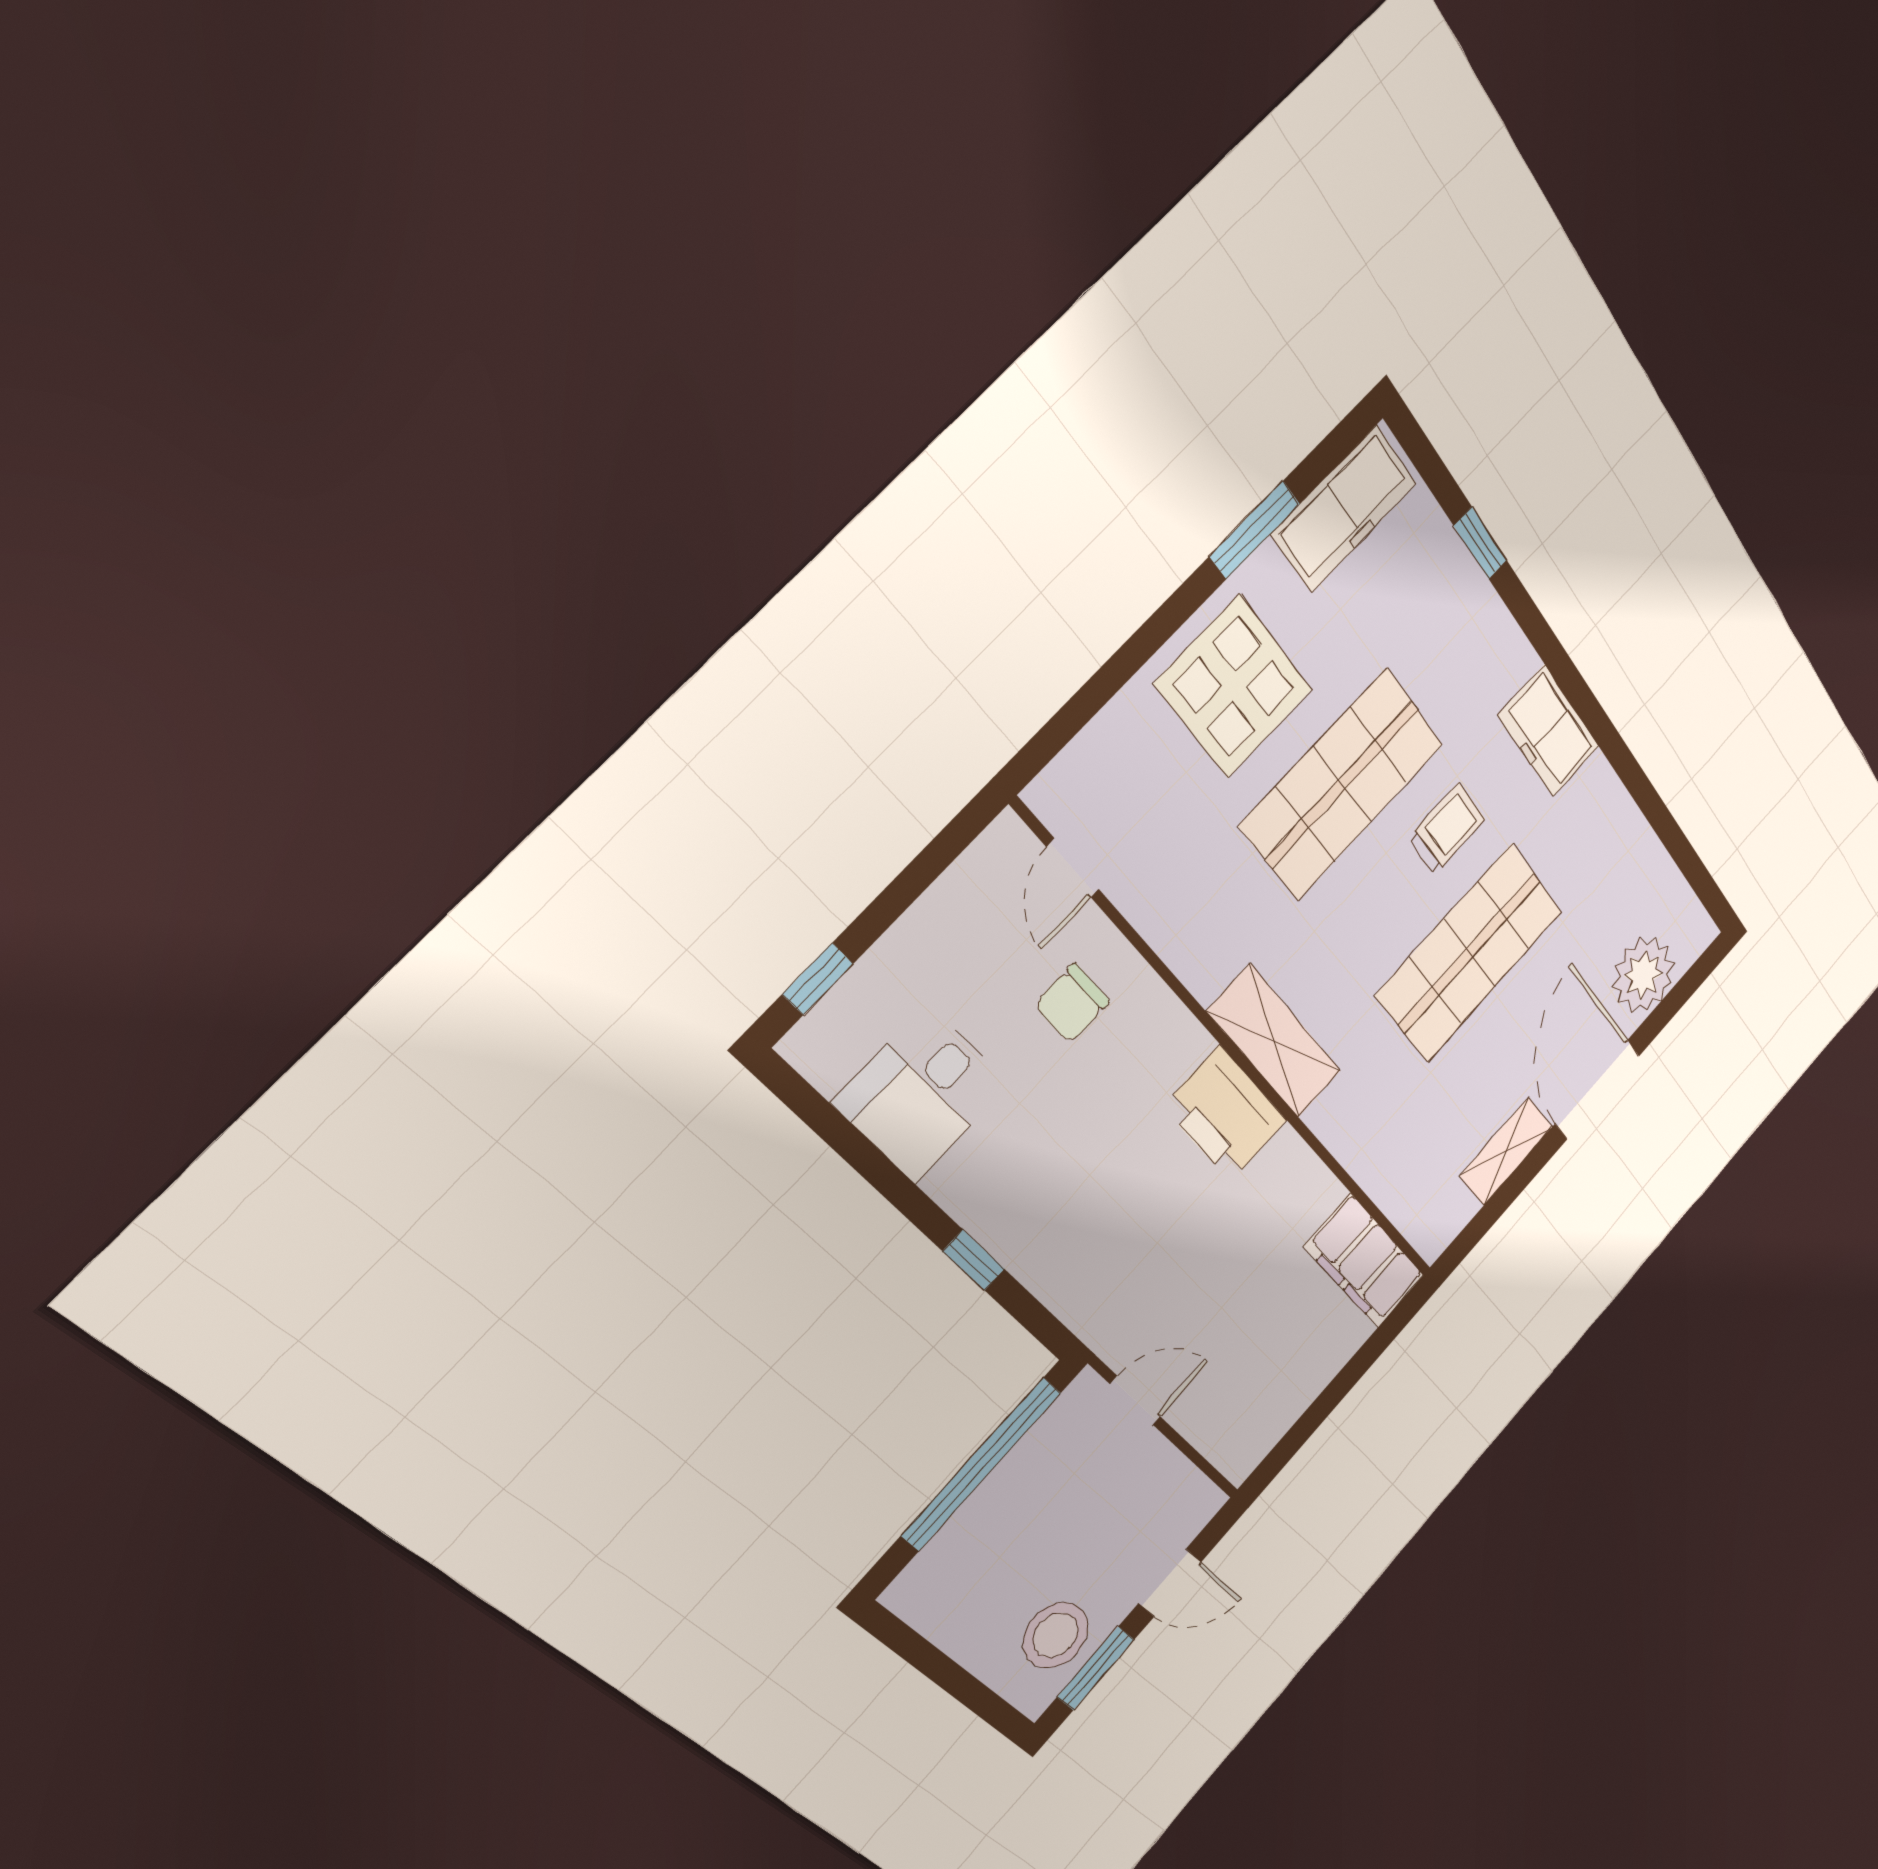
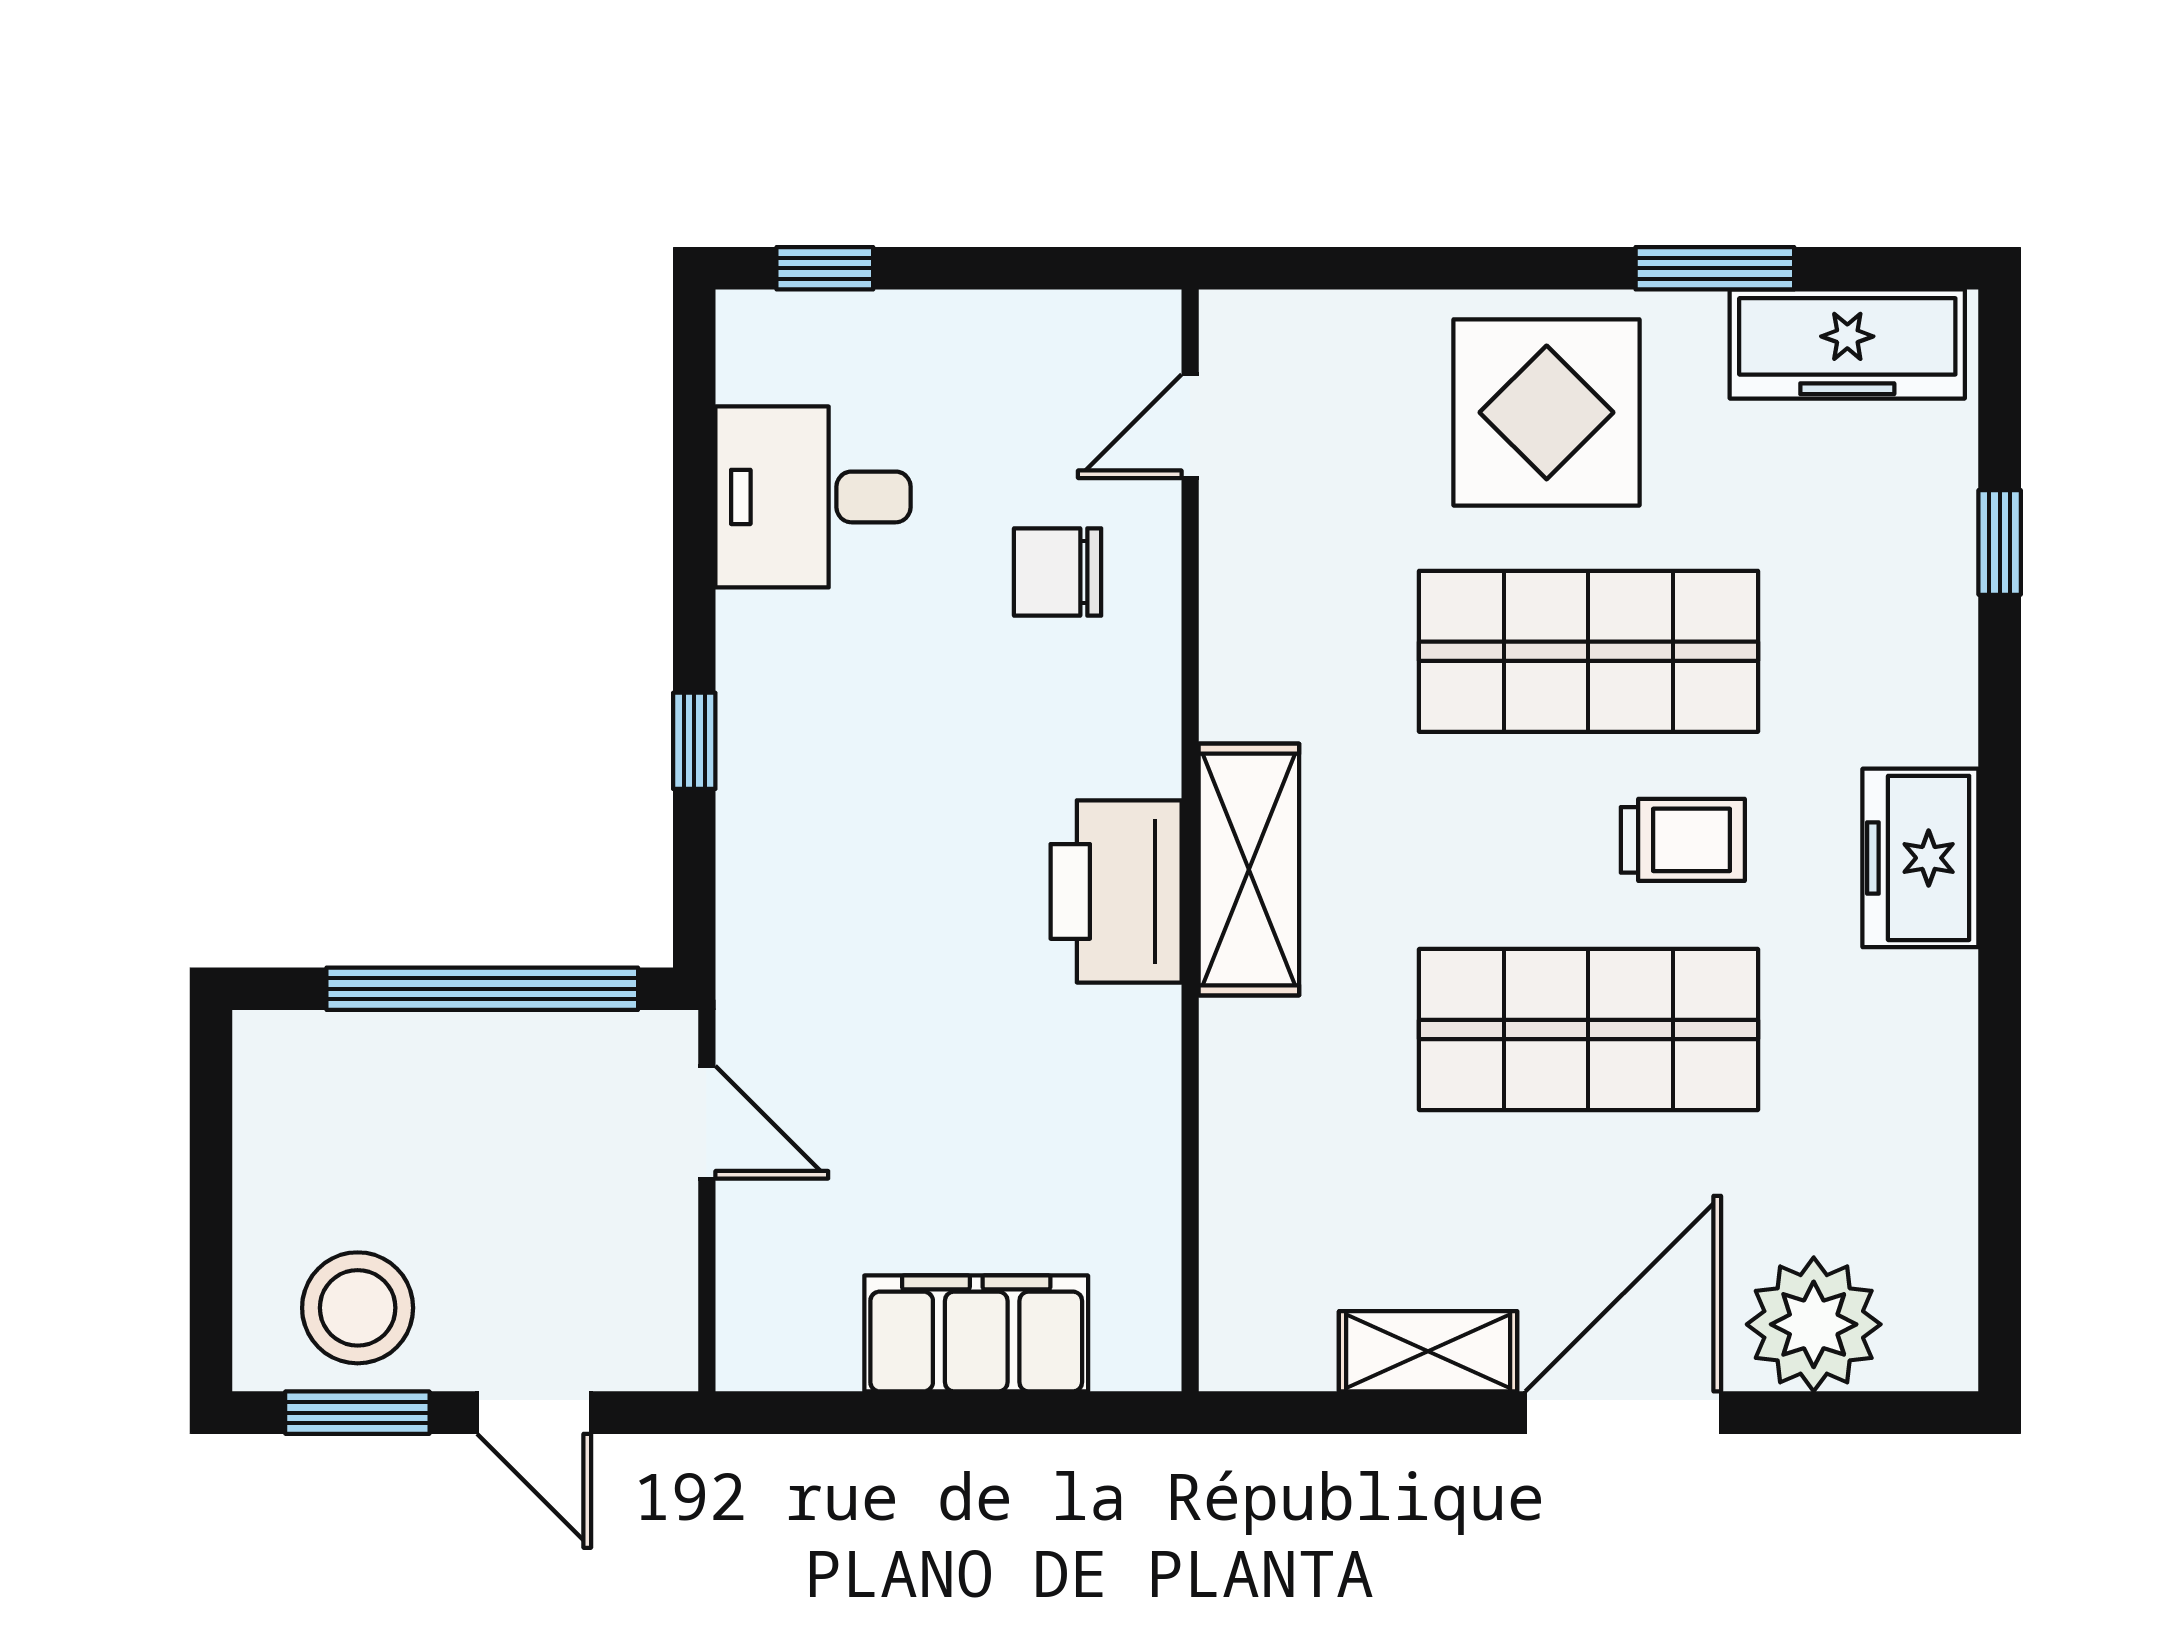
filing cabinet: (1364, 1261) -> (976, 1333), moved, turned 90

